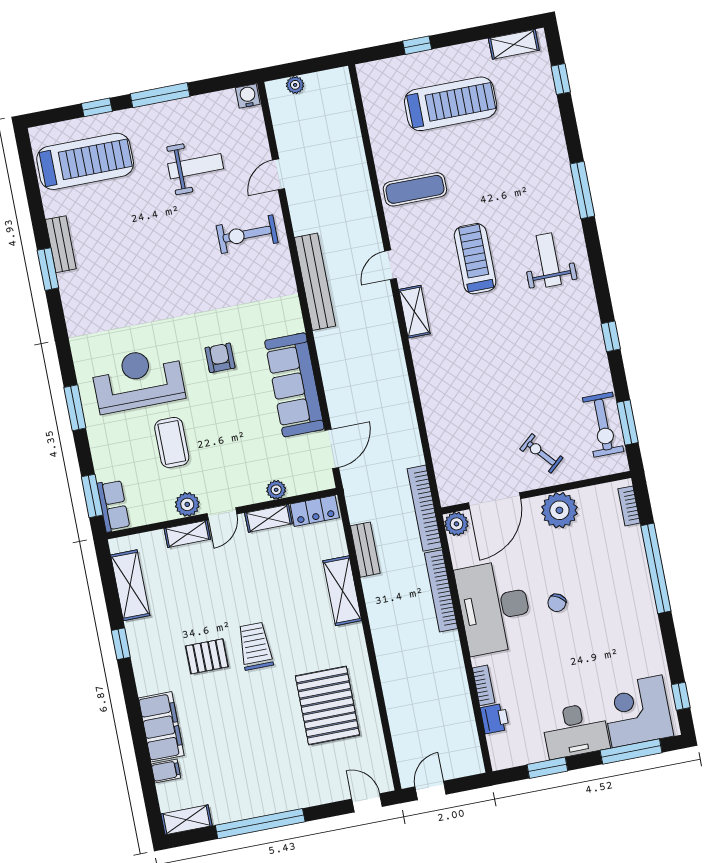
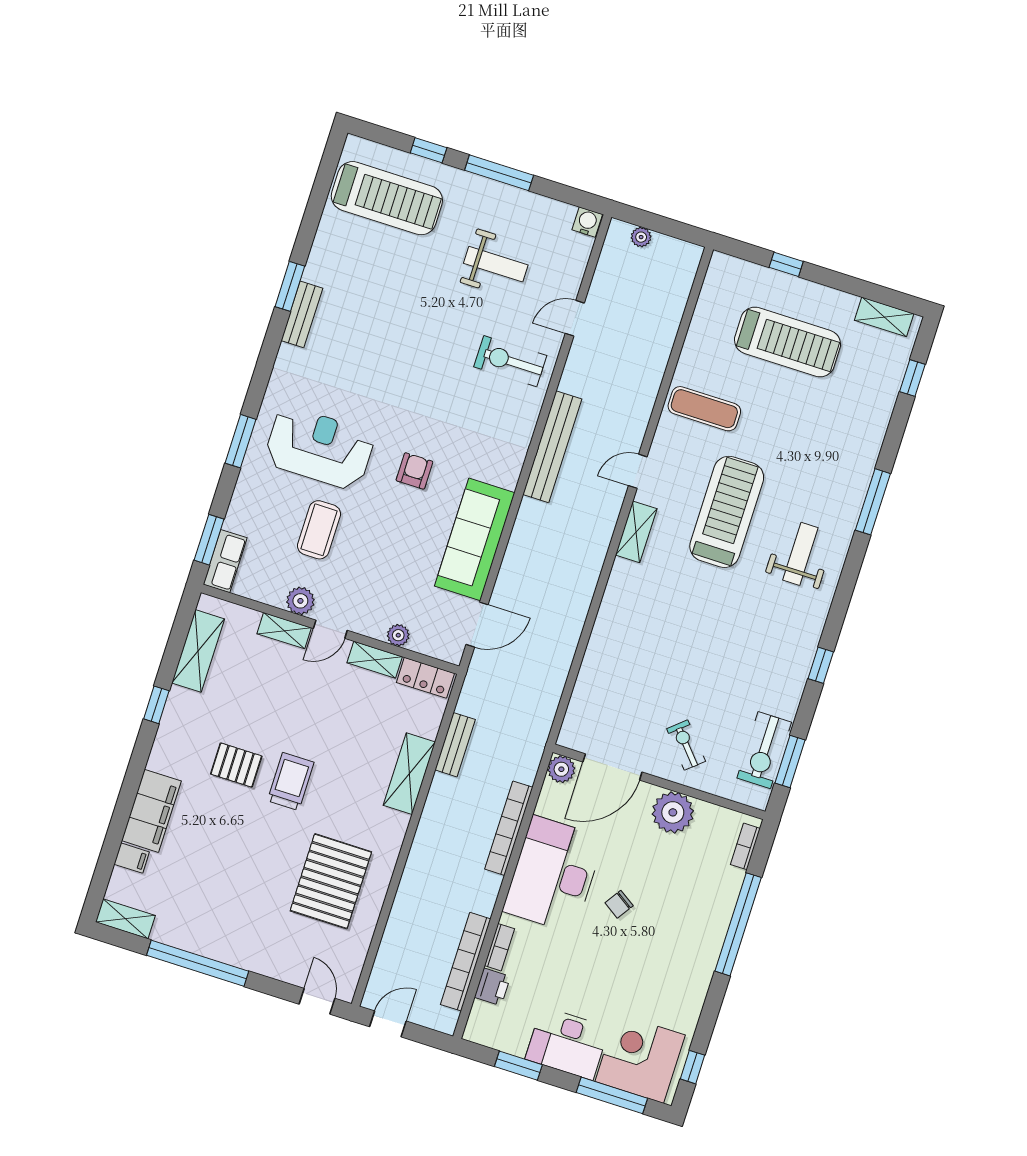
bench: (61, 244) -> (302, 314), moved
treadmill: (475, 259) -> (727, 512), width x1.37, depth x1.38
bookcase: (424, 508) -> (466, 962), moved

